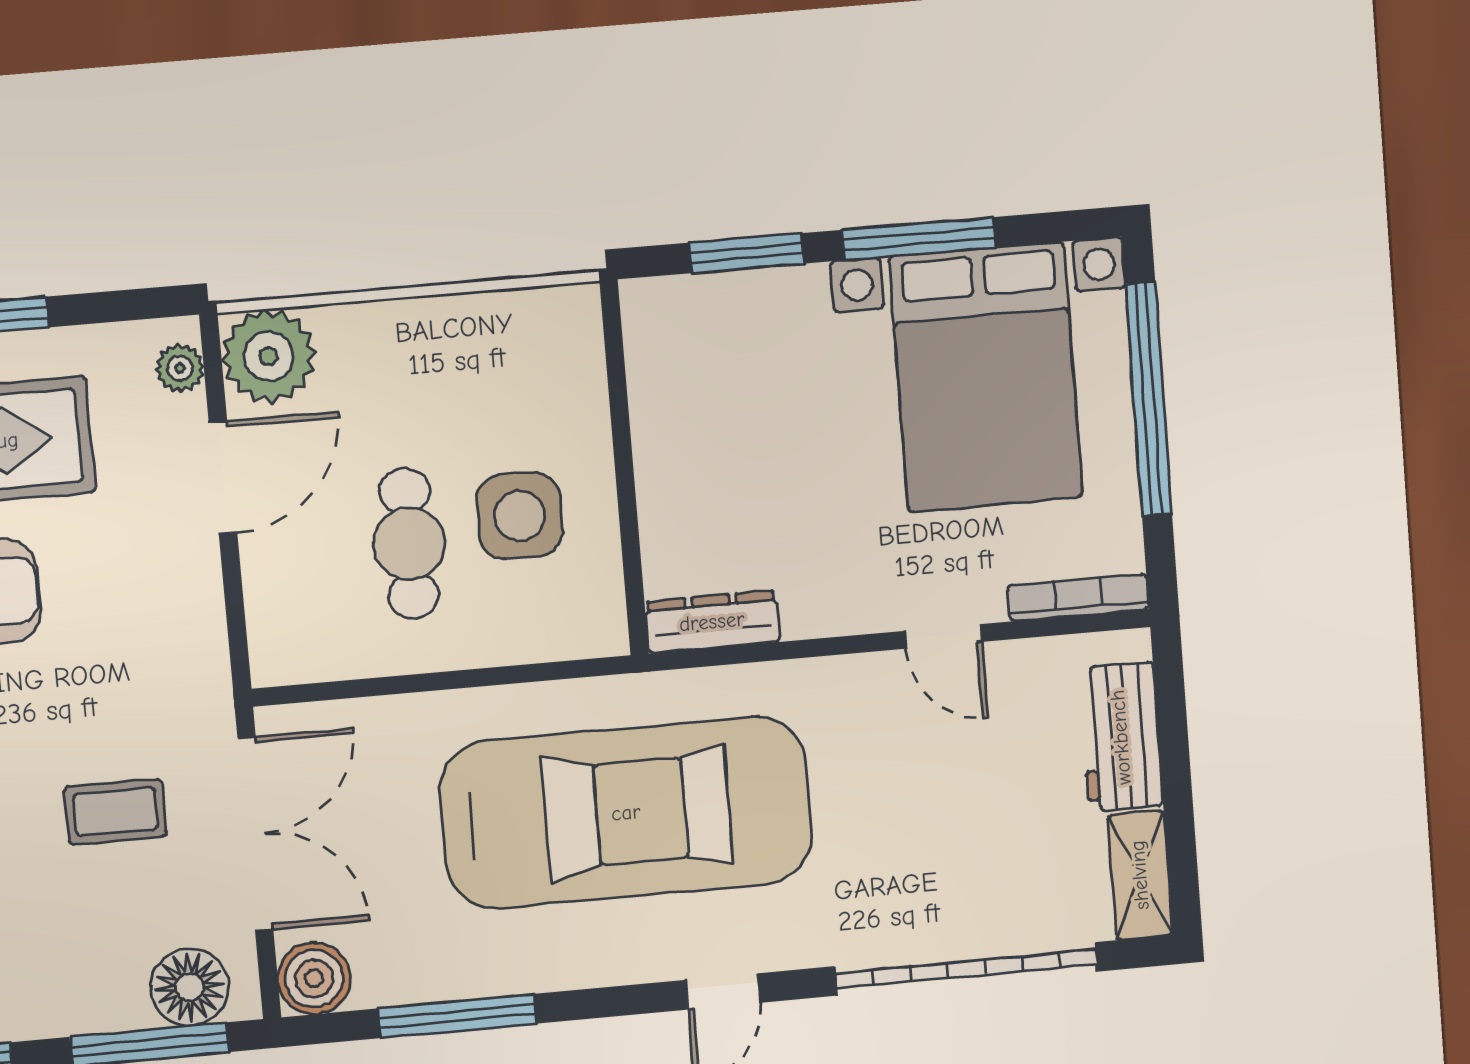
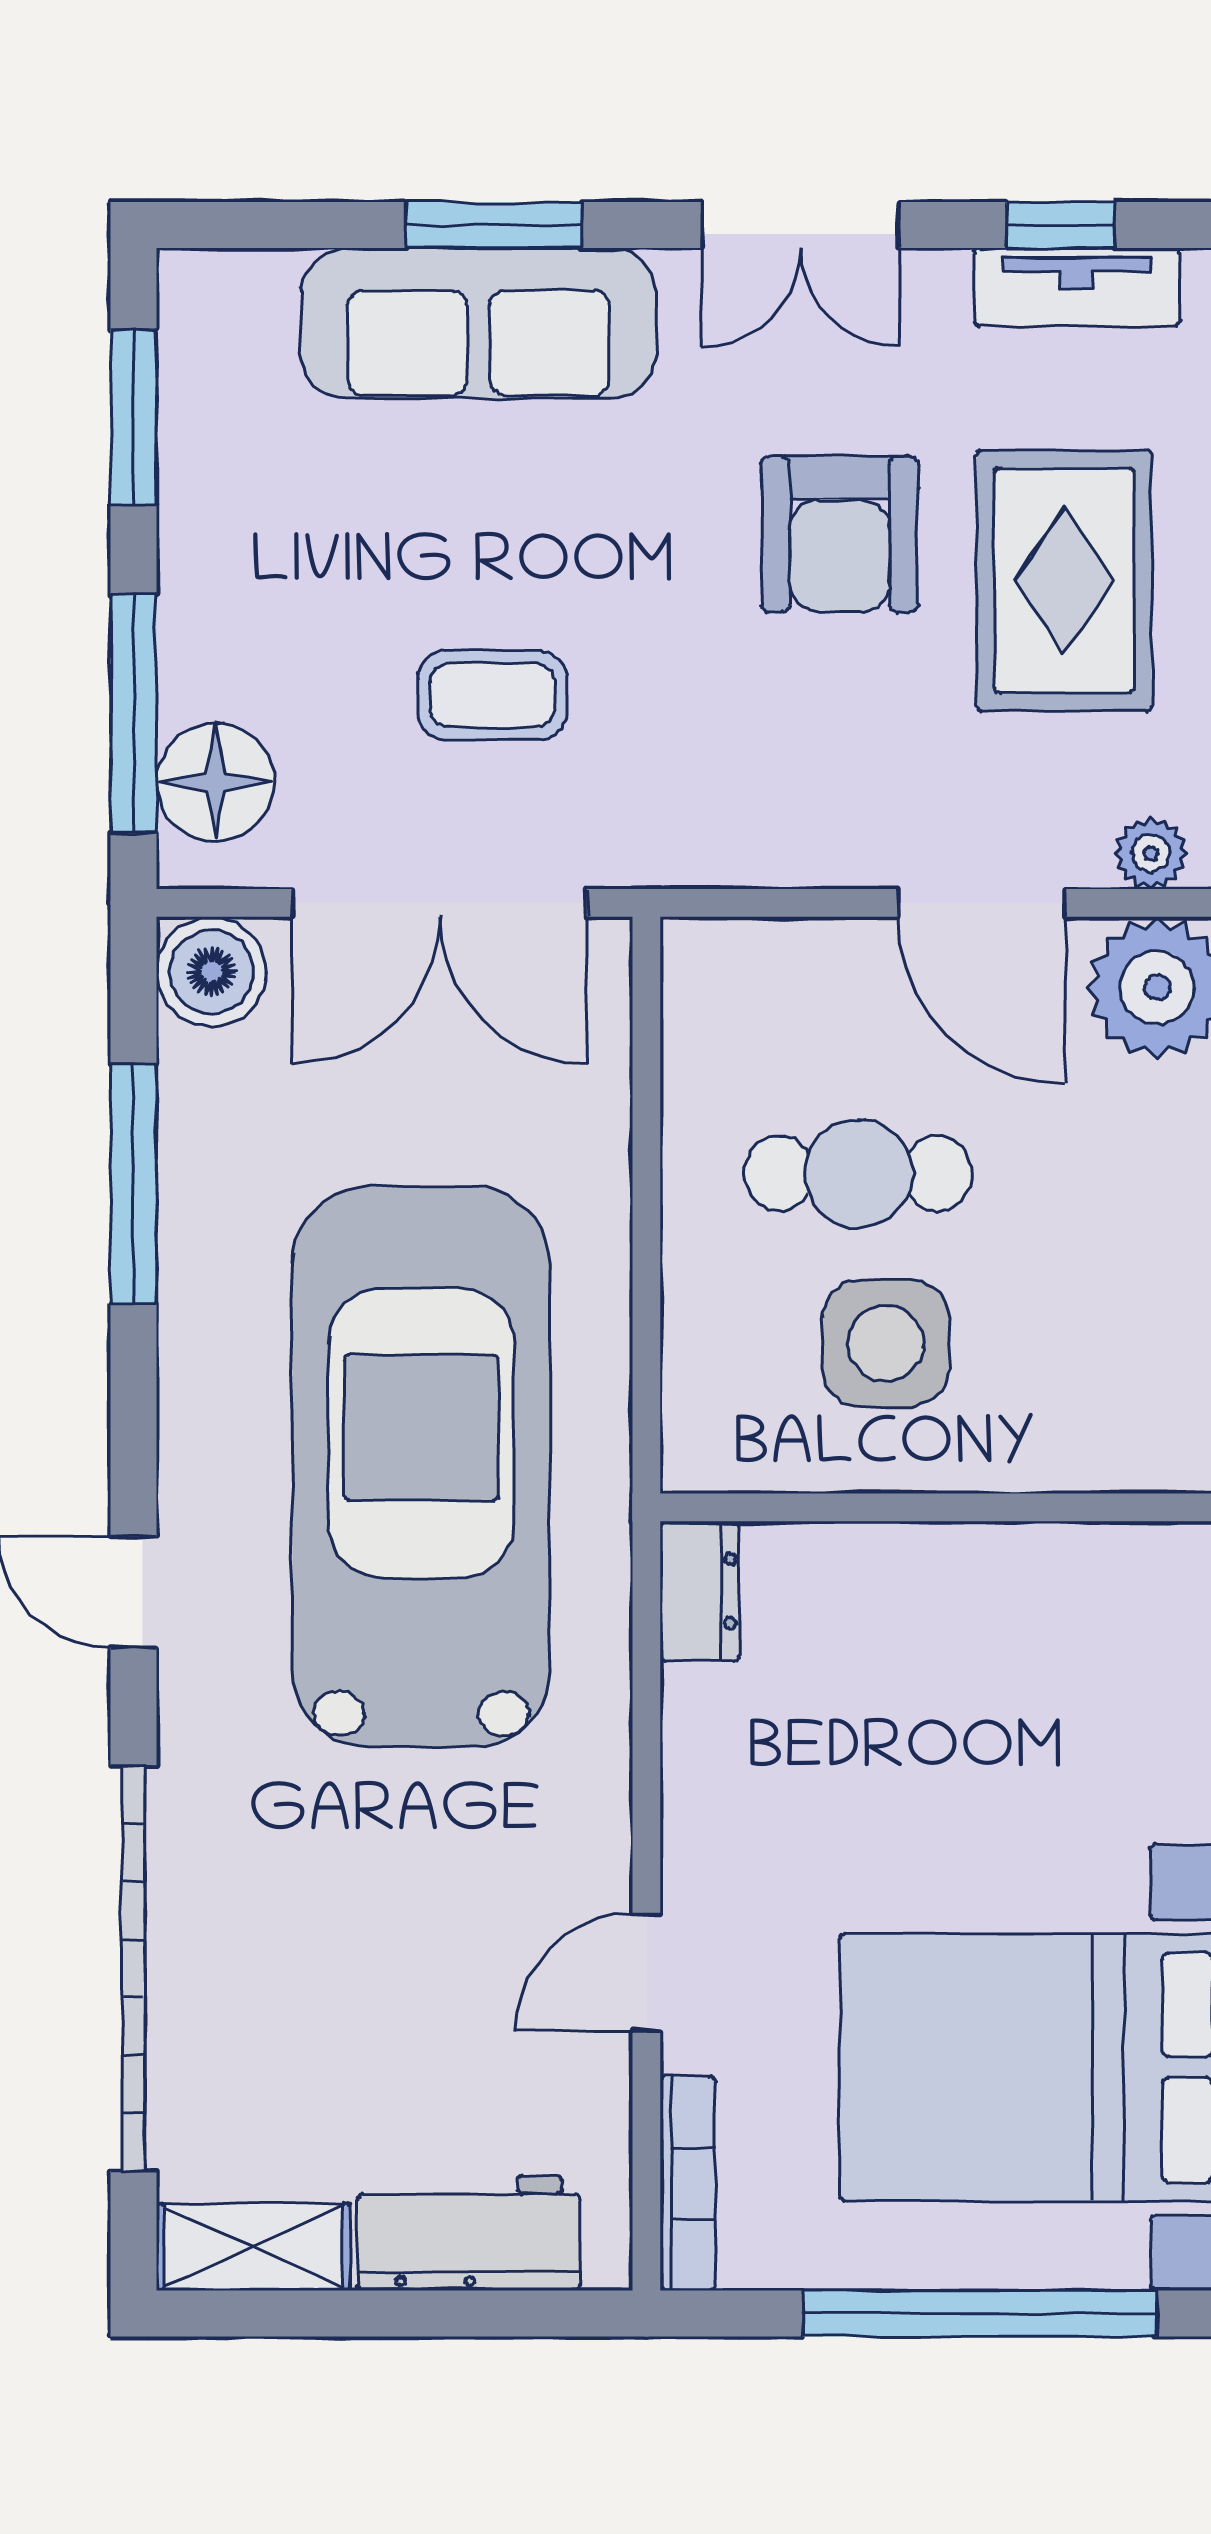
dresser: (712, 622) -> (700, 1591), width x0.70
coffee table: (115, 812) -> (492, 695), turned 90
car: (626, 813) -> (421, 1467), turned 180

